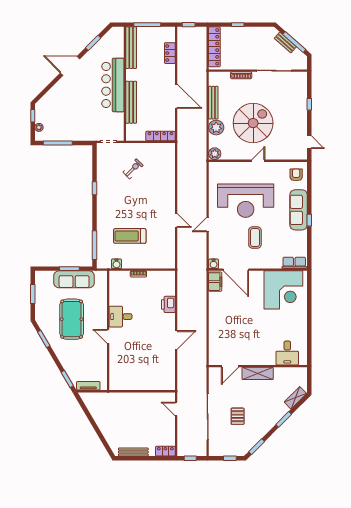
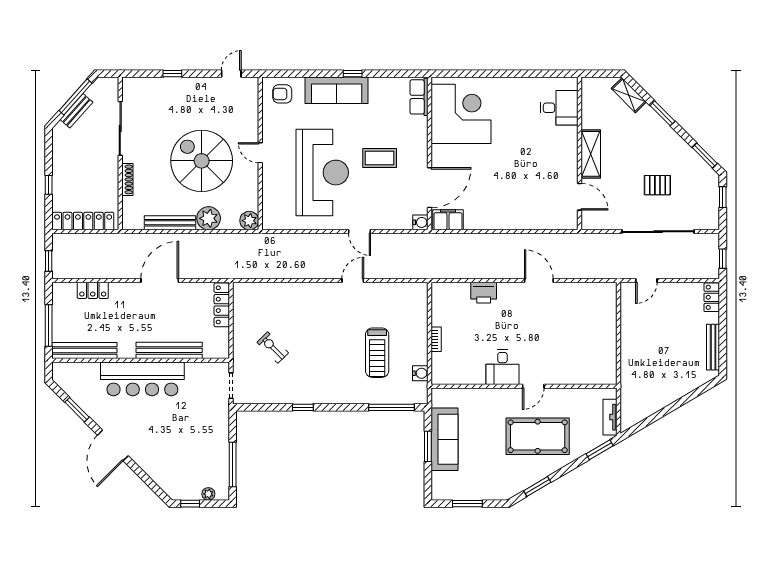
pool table: (72, 319) -> (538, 436), moved

